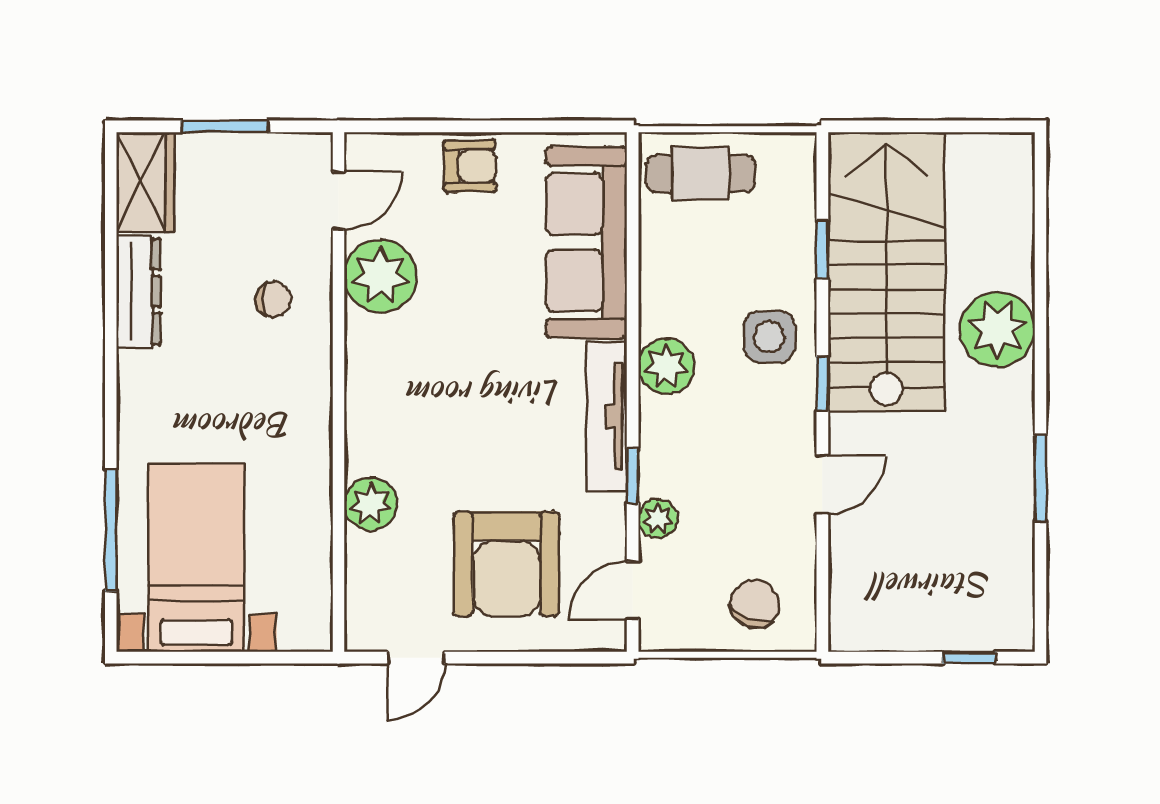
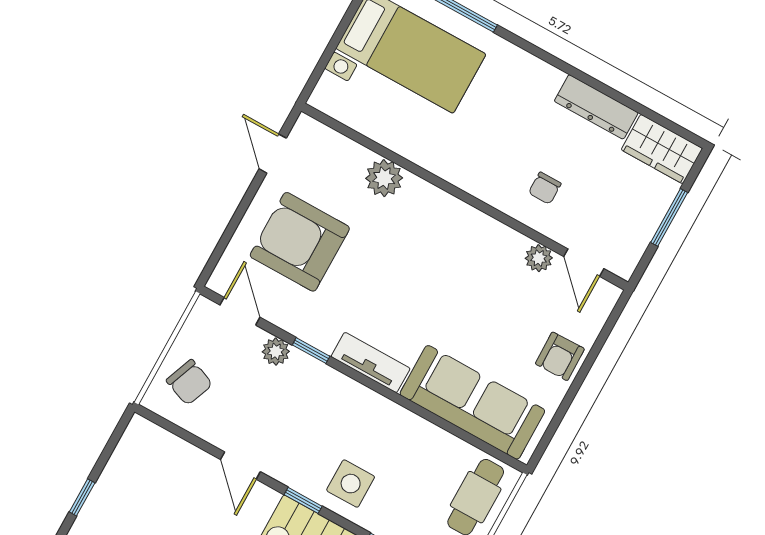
plant: (380, 276) -> (539, 258), width x0.53, depth x0.53
plant: (666, 366) -> (368, 409), removed
tv unit: (607, 416) -> (371, 363), width x0.71

